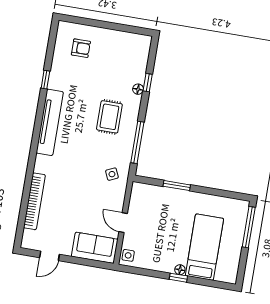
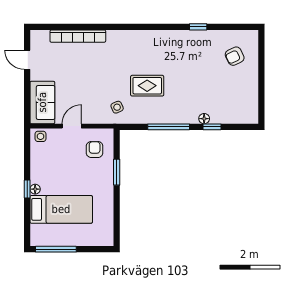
armchair: (81, 48) -> (235, 56), turned 64
rug: (109, 117) -> (147, 86), moved
tv unit: (50, 122) -> (157, 38), removed
window: (137, 142) -> (169, 127), moved
armchair: (150, 204) -> (95, 149), added
window: (249, 227) -> (56, 249), moved

